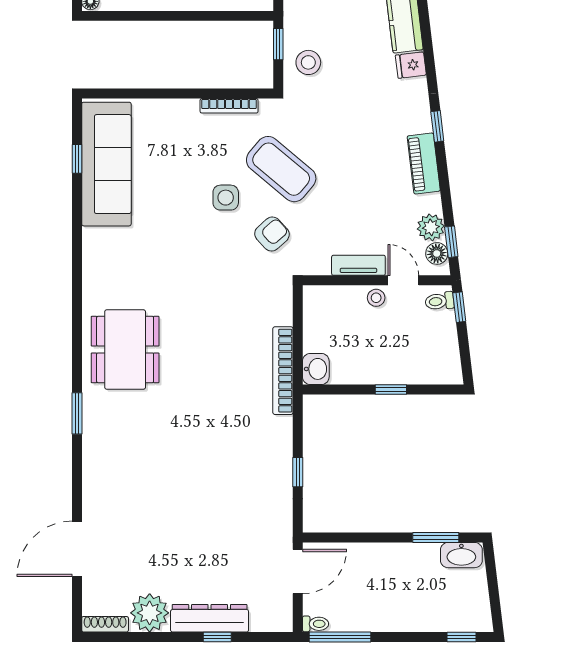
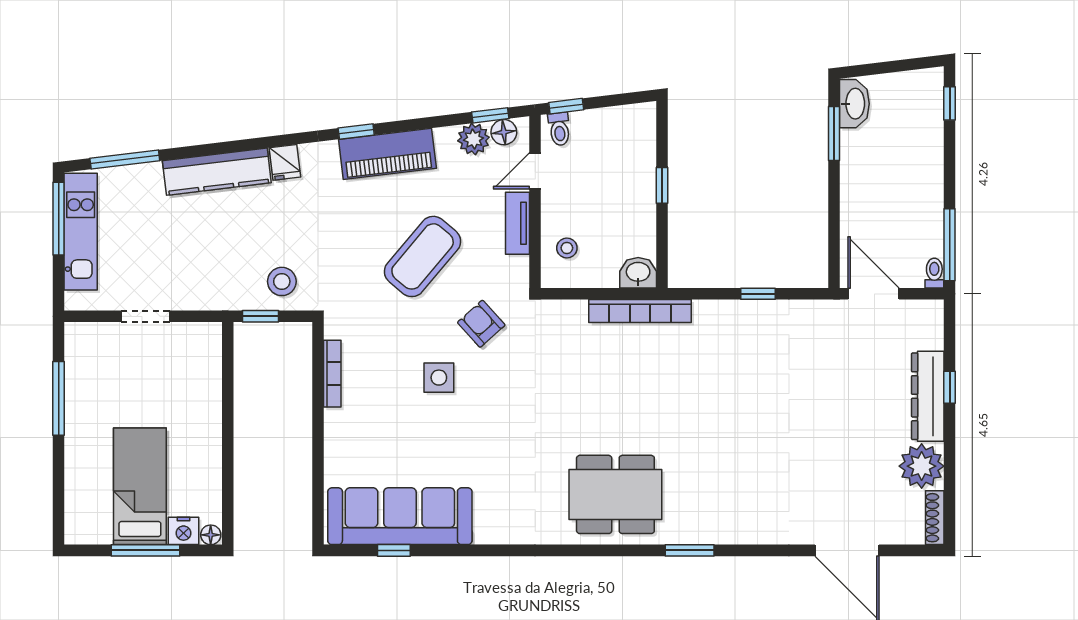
piano: (424, 164) -> (387, 154), width x1.37, depth x1.33
coffee table: (281, 169) -> (423, 256), moved
stool: (376, 298) -> (567, 248), moved

